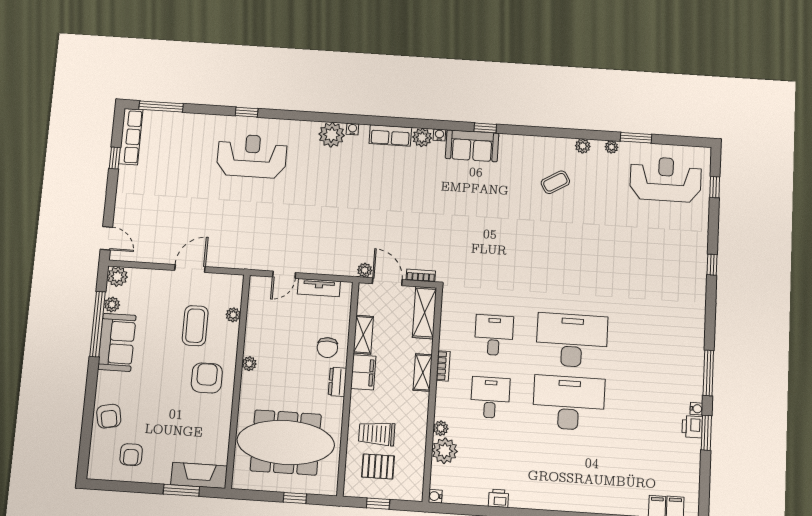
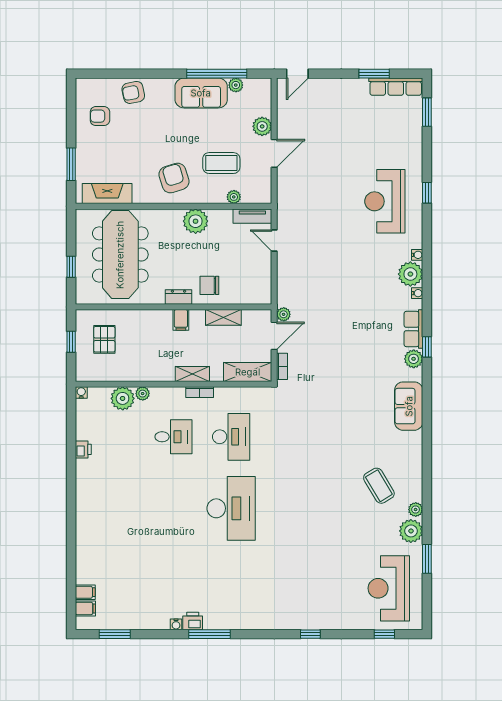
window: (161, 107) -> (427, 112), width x0.69
window: (485, 128) -> (427, 347), moved
water cooler: (439, 135) -> (417, 255), moved
plant: (611, 147) -> (411, 531), width x1.87, depth x1.87
reception desk: (252, 156) -> (385, 201), turned 180
window: (115, 158) -> (374, 74), width x1.50
reception desk: (666, 179) -> (389, 588), turned 180
coffee table: (555, 182) -> (379, 486), width x1.36, depth x1.30
door: (190, 269) -> (274, 153), hinge flipped
plant: (117, 277) -> (262, 126), moved
tv unit: (319, 288) -> (252, 216), moved, turned -90
desk: (494, 335) -> (231, 437), width x1.37
plant: (249, 364) -> (196, 221), width x1.87, depth x1.87
filing cabinet: (363, 372) -> (181, 320), width x0.50
armchair: (207, 378) -> (174, 178), turned -107
desk: (569, 403) -> (173, 508), removed
printer: (692, 427) -> (193, 621), moved
window: (706, 433) -> (115, 634), moved
trolley: (377, 434) -> (134, 336), removed
fireplace: (199, 475) -> (107, 194), moved, turned -90

